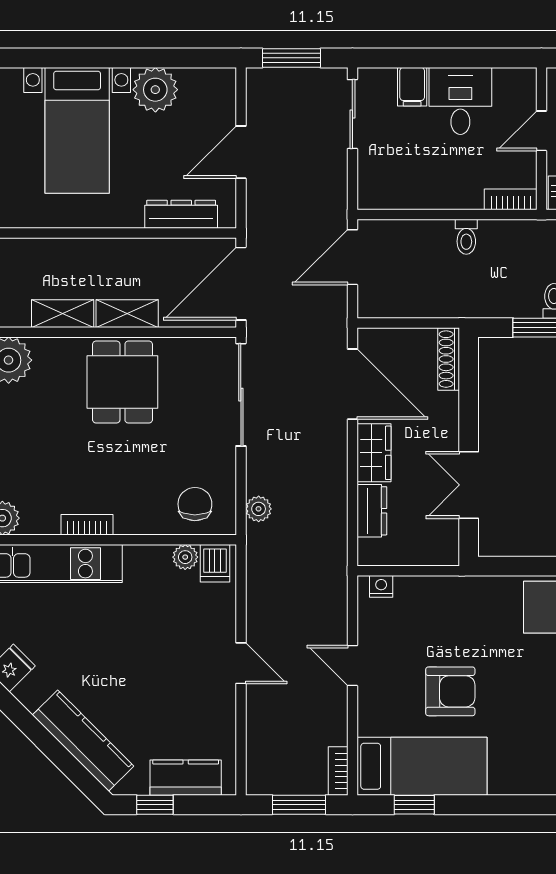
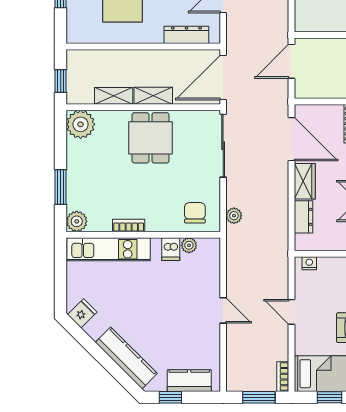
dishwasher: (215, 563) -> (171, 249), moved

